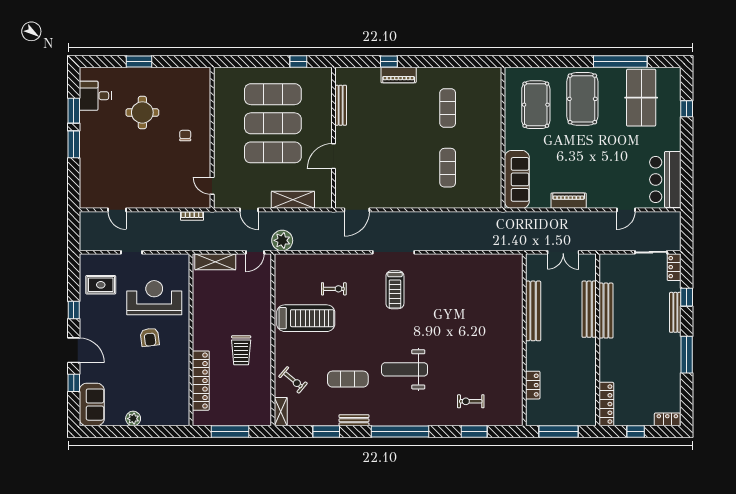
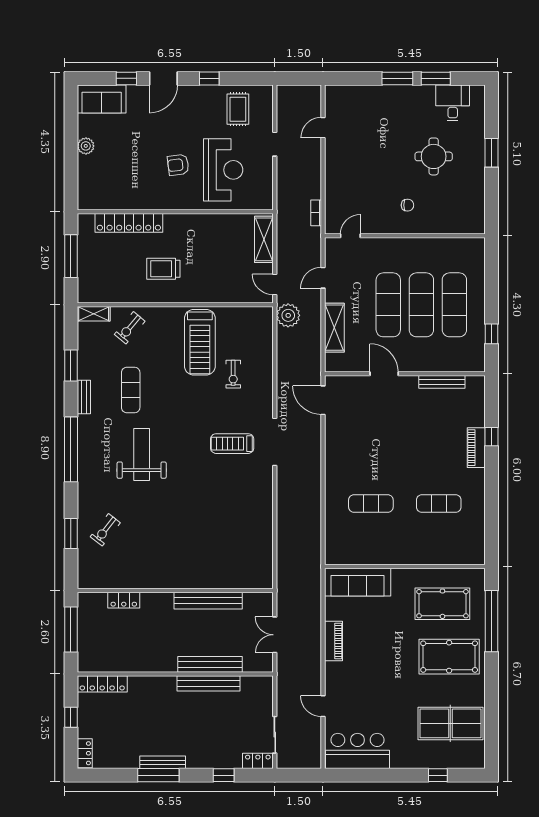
window: (620, 62) -> (492, 621), moved
bench: (675, 312) -> (163, 762), moved
exercise bike: (471, 401) -> (105, 530), turned -142

